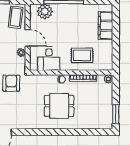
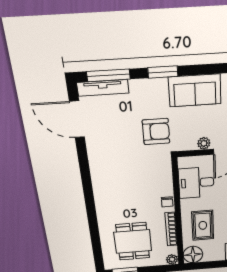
floor lamp: (106, 63) -> (193, 255), added
dining table: (59, 106) -> (133, 241), moved

